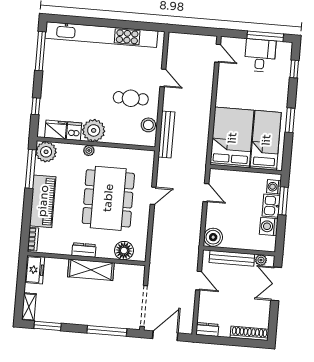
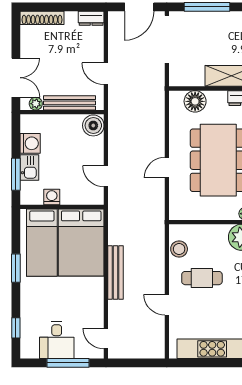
window: (265, 36) -> (68, 363), moved
bench: (166, 134) -> (116, 273), moved
washing machine: (274, 187) -> (52, 197), moved, turned -90

